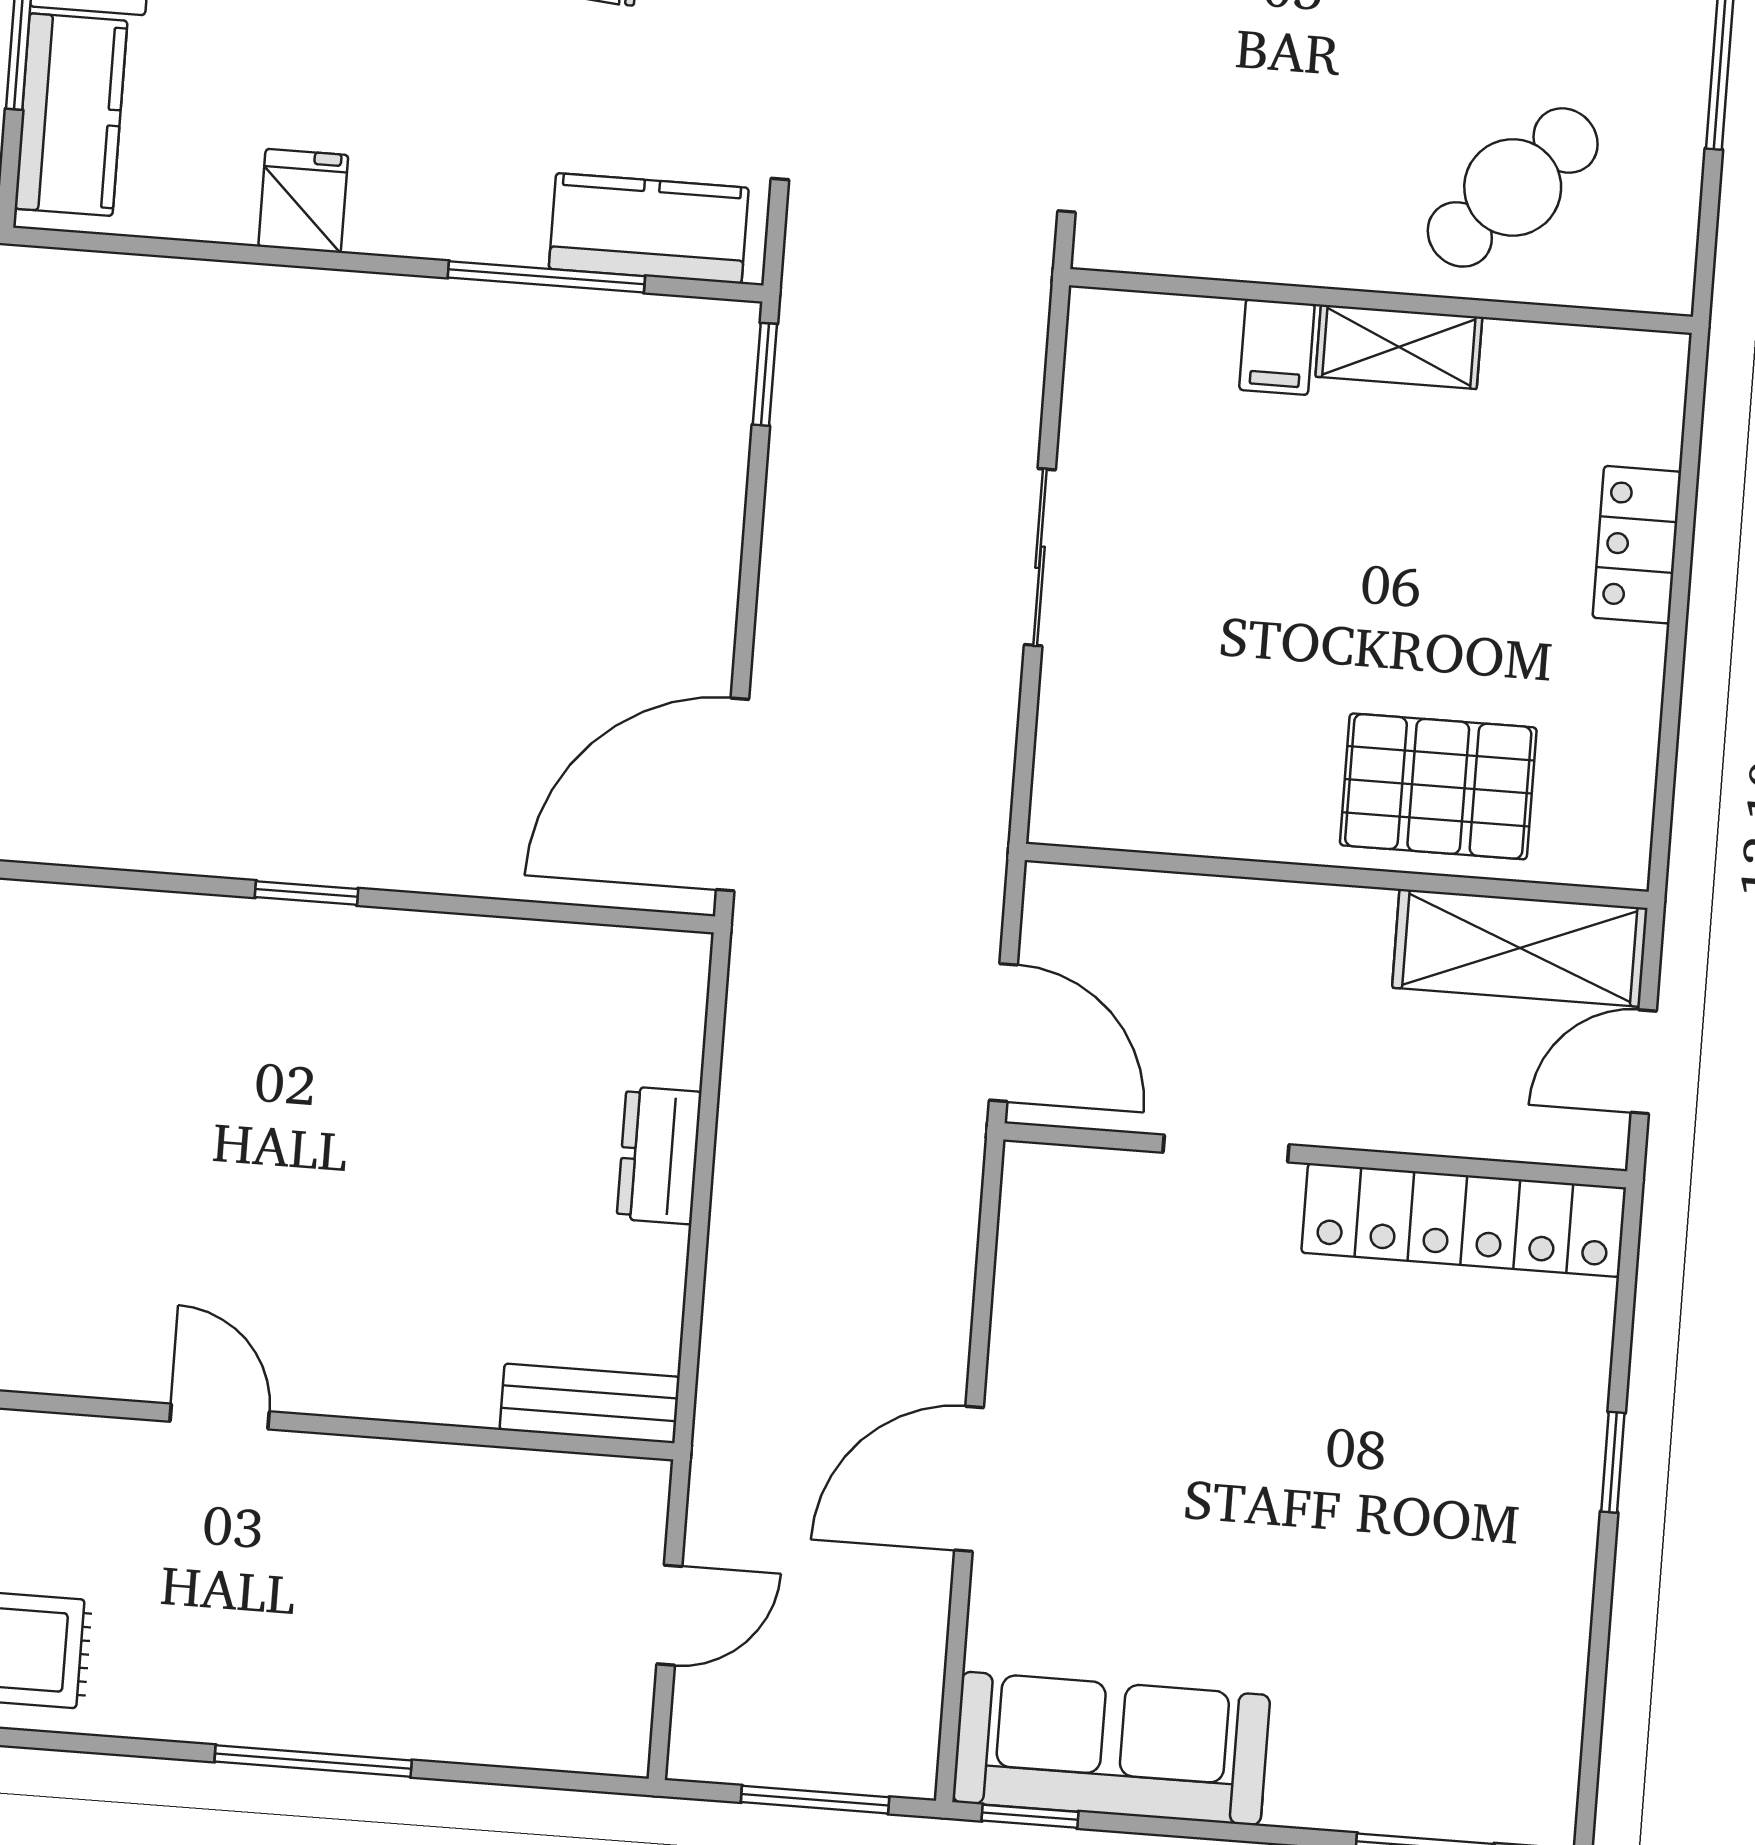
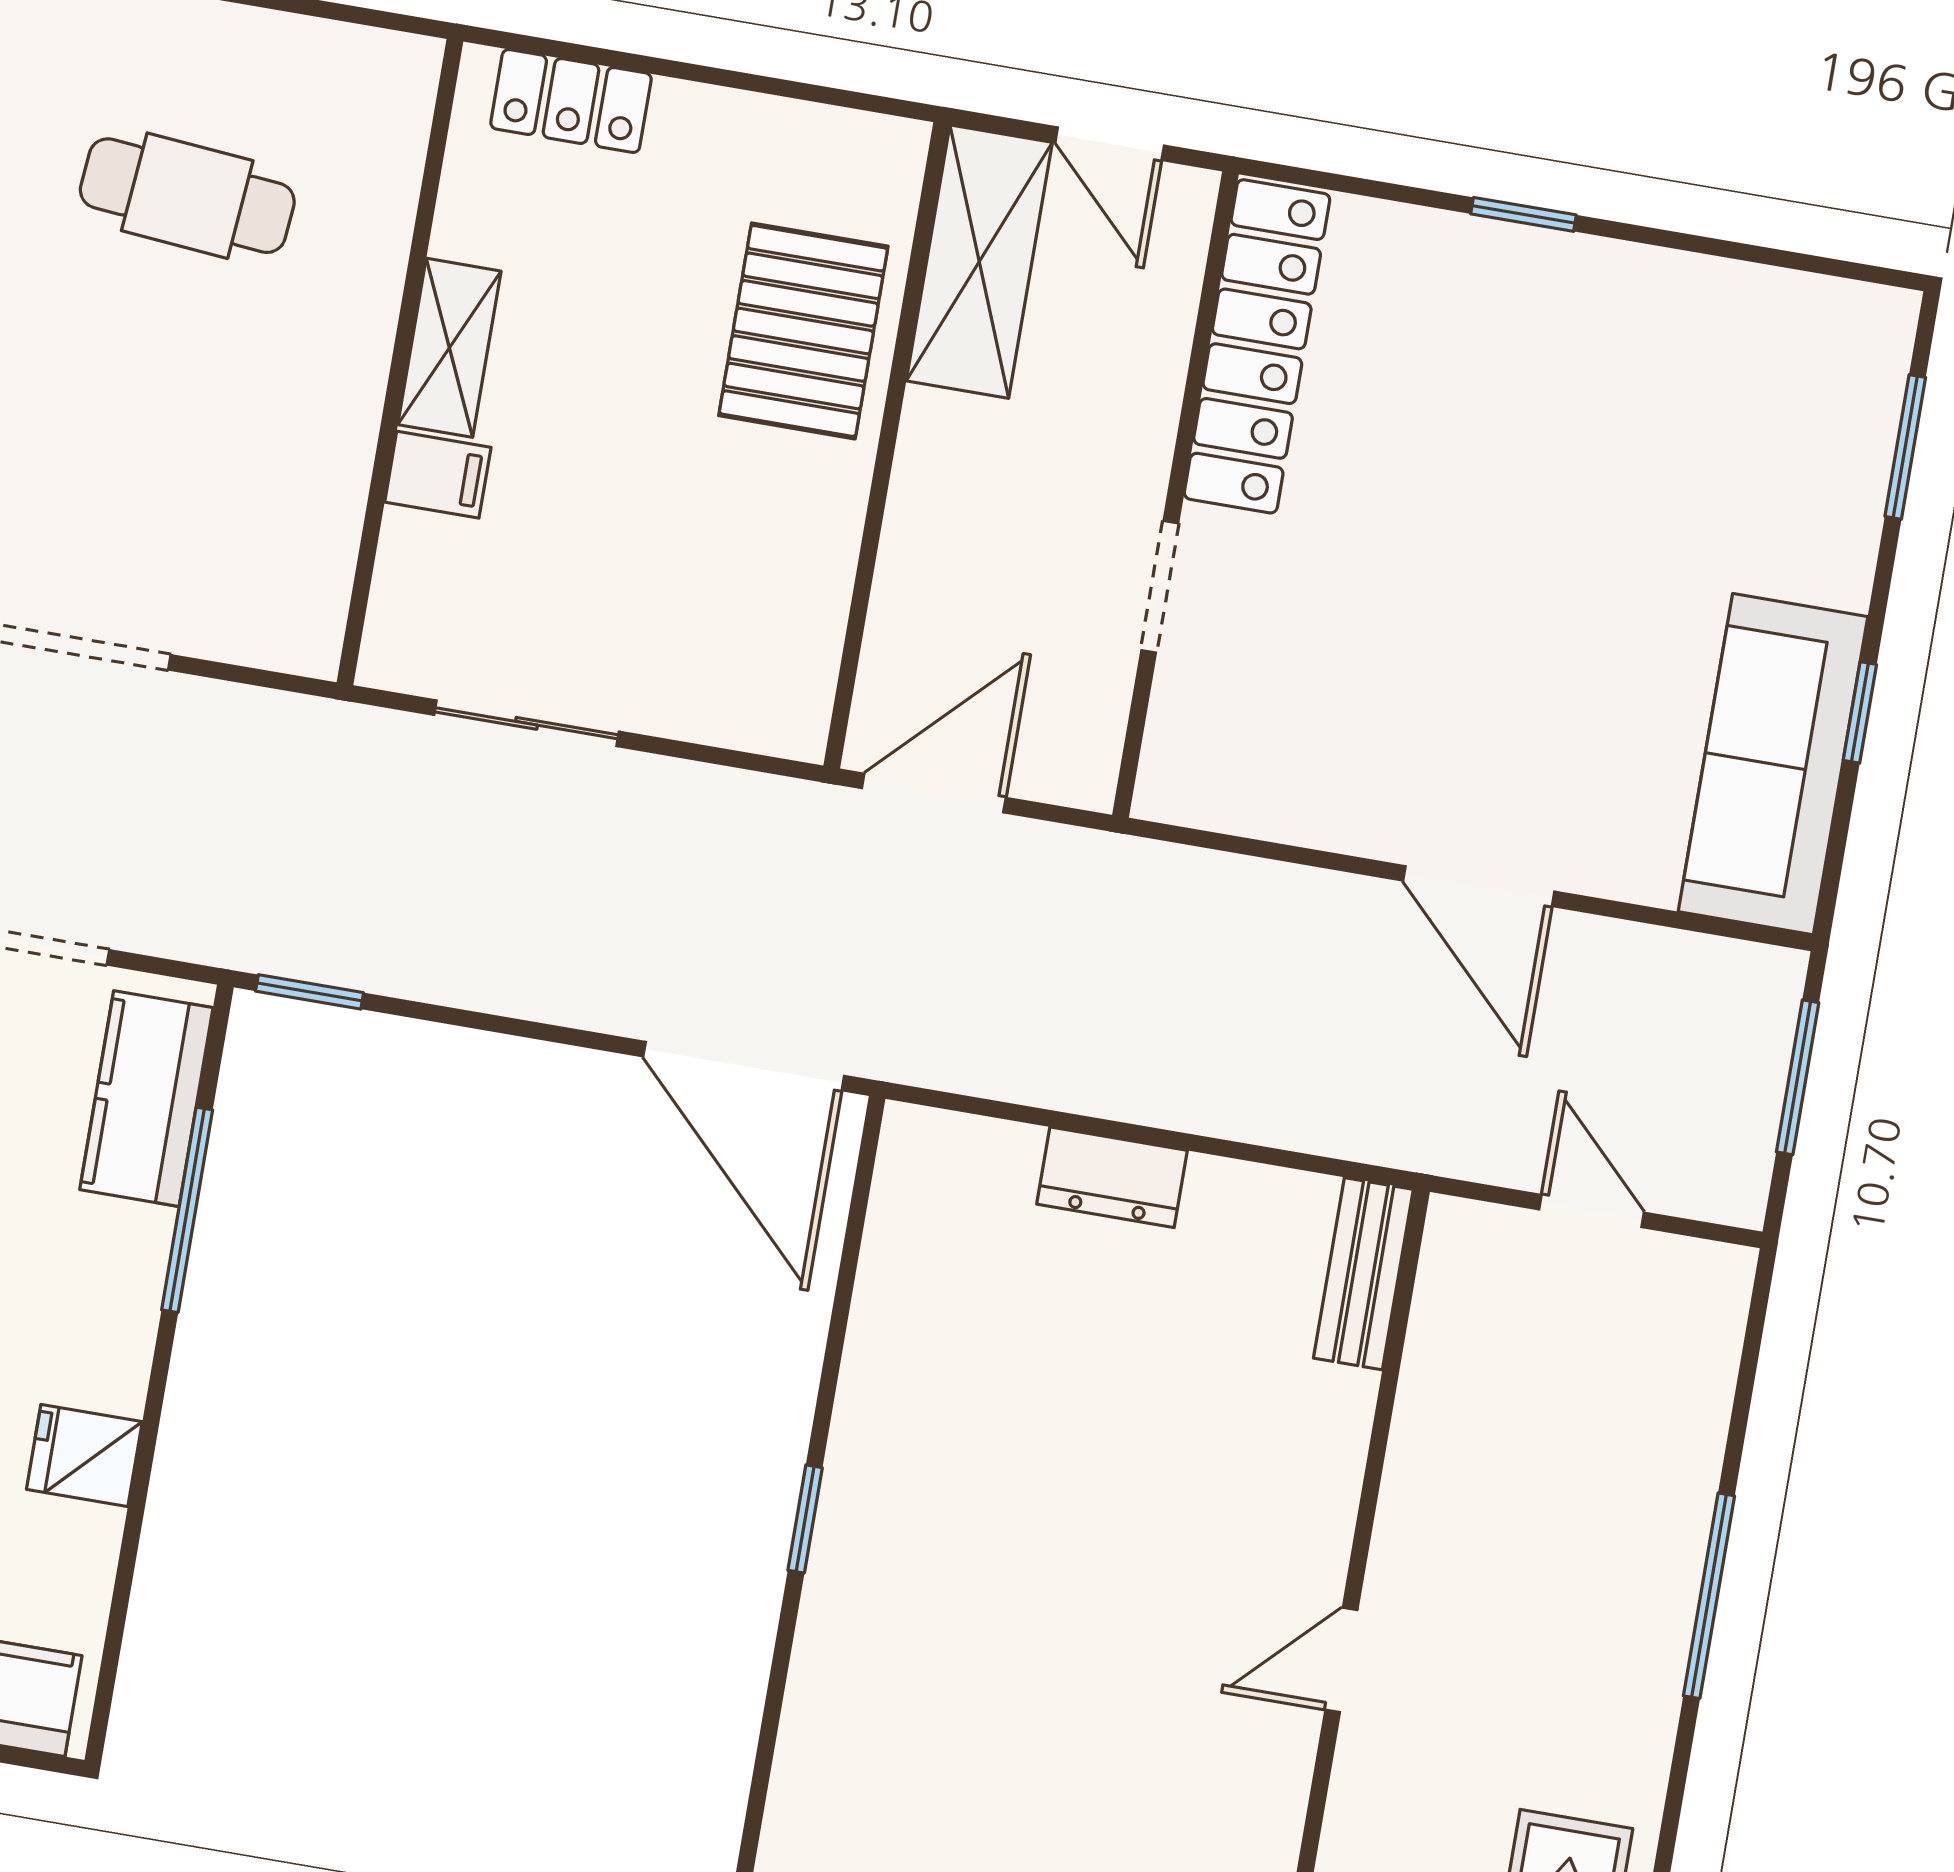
cafe table: (1513, 187) -> (187, 196), turned -39
wall: (1381, 301) -> (400, 362), moved
filing cabinet: (1277, 347) -> (438, 475), moved
shelving: (1399, 347) -> (449, 348), moved
door: (1003, 1032) -> (934, 793), moved
window: (1030, 1816) -> (1860, 712), moved

